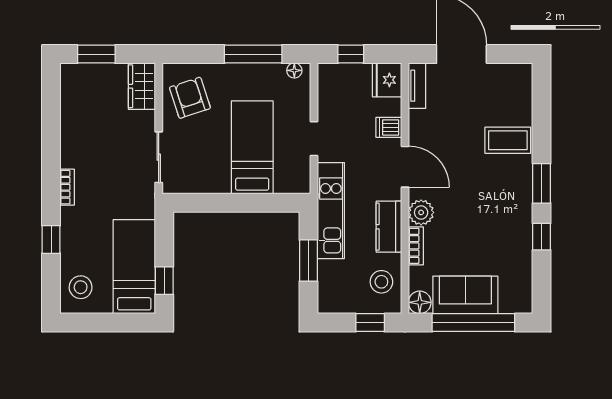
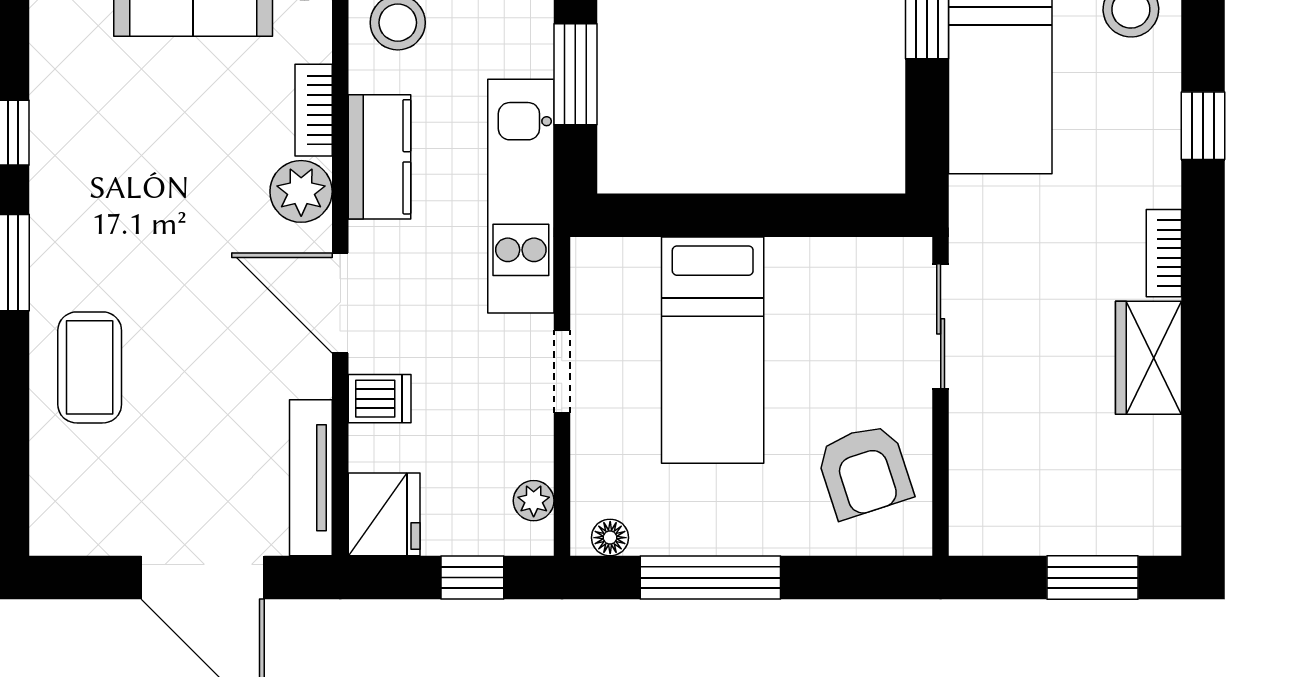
wardrobe: (142, 86) -> (1148, 358), moved, turned 180
plant: (326, 86) -> (534, 501), added
tv unit: (417, 86) -> (311, 478), width x1.41
coffee table: (508, 140) -> (90, 367), turned 90

